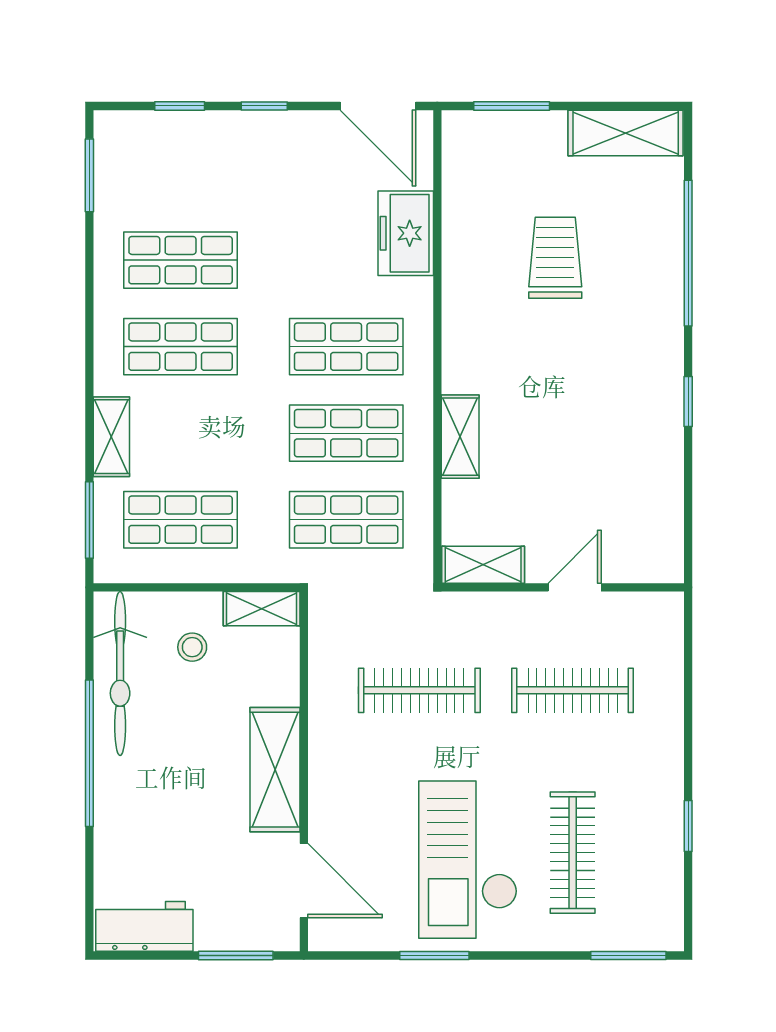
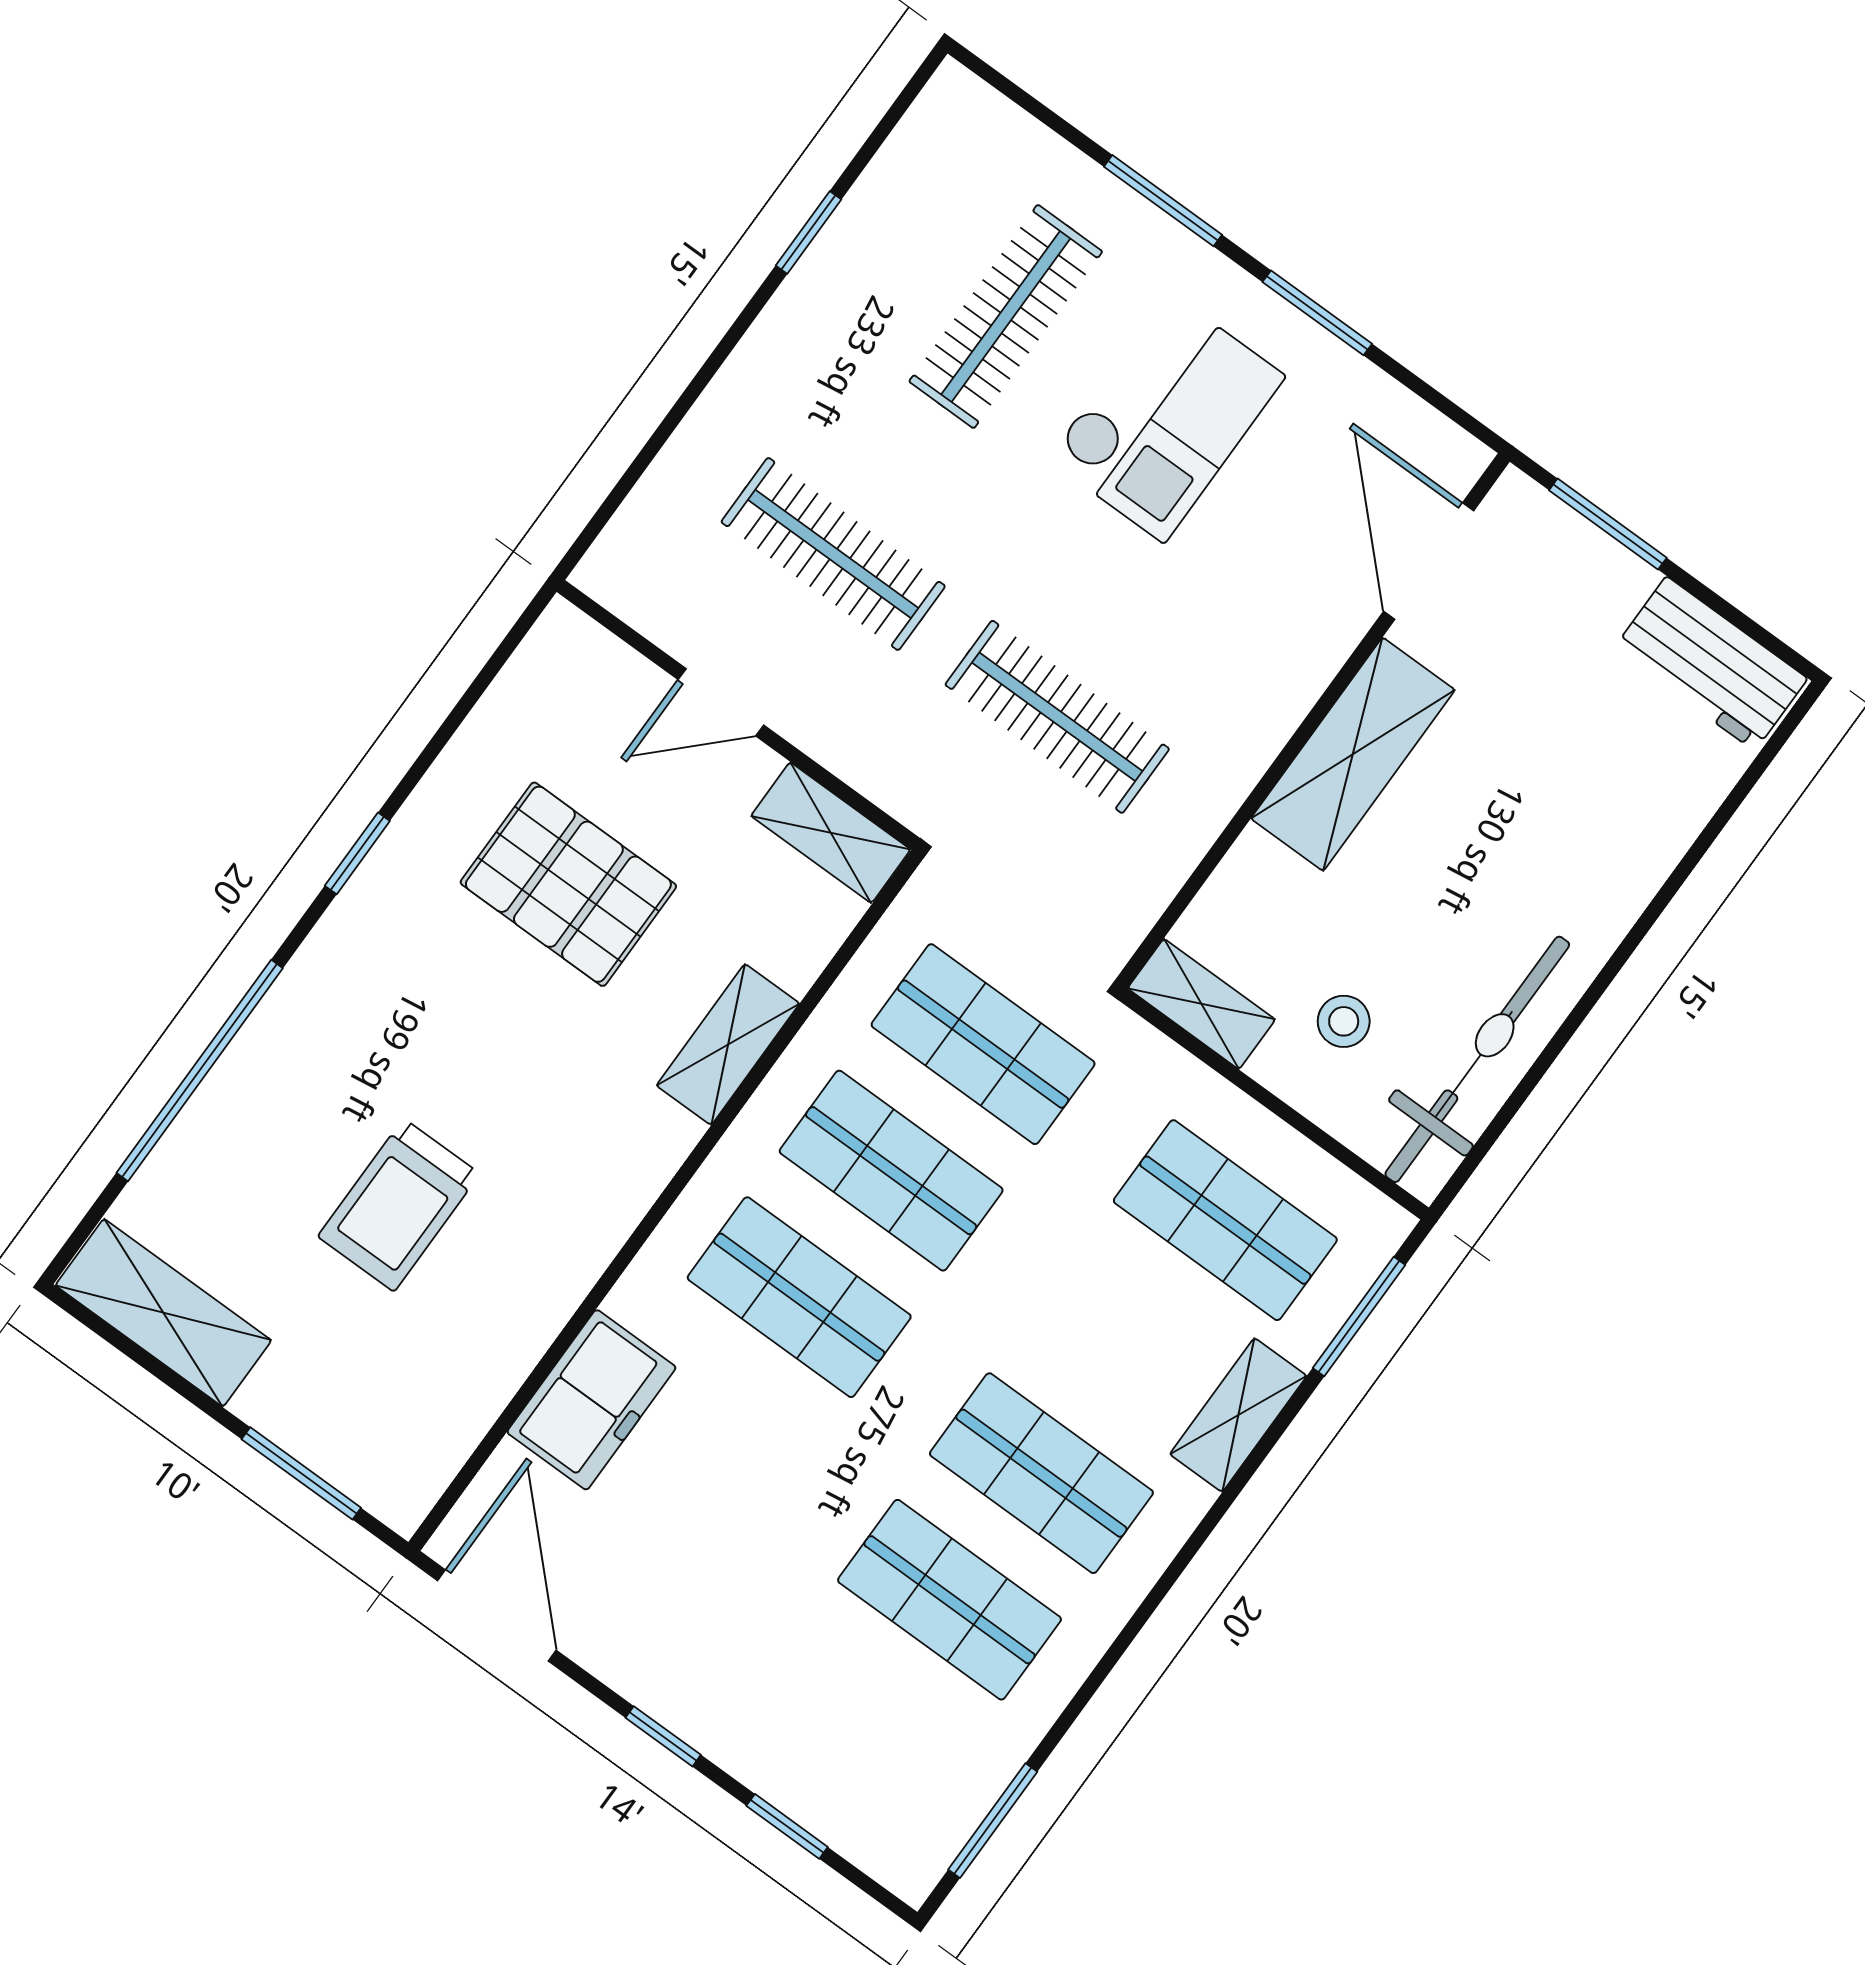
pallet: (584, 456) -> (568, 884), added
window: (89, 753) -> (1607, 975), removed
checkout: (468, 860) -> (1166, 417), width x0.73, depth x0.83
window: (628, 956) -> (1163, 201), moved

